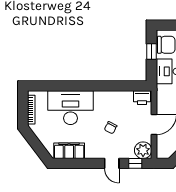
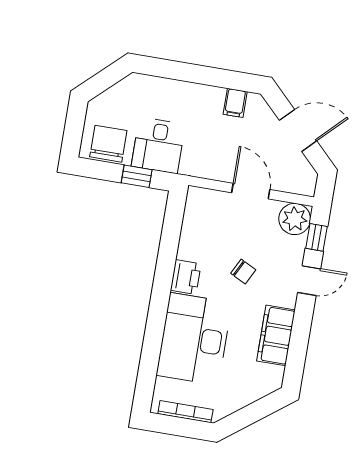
window: (152, 51) -> (137, 176), moved
printer: (142, 98) -> (186, 277), moved
filing cabinet: (69, 151) -> (276, 335), moved

